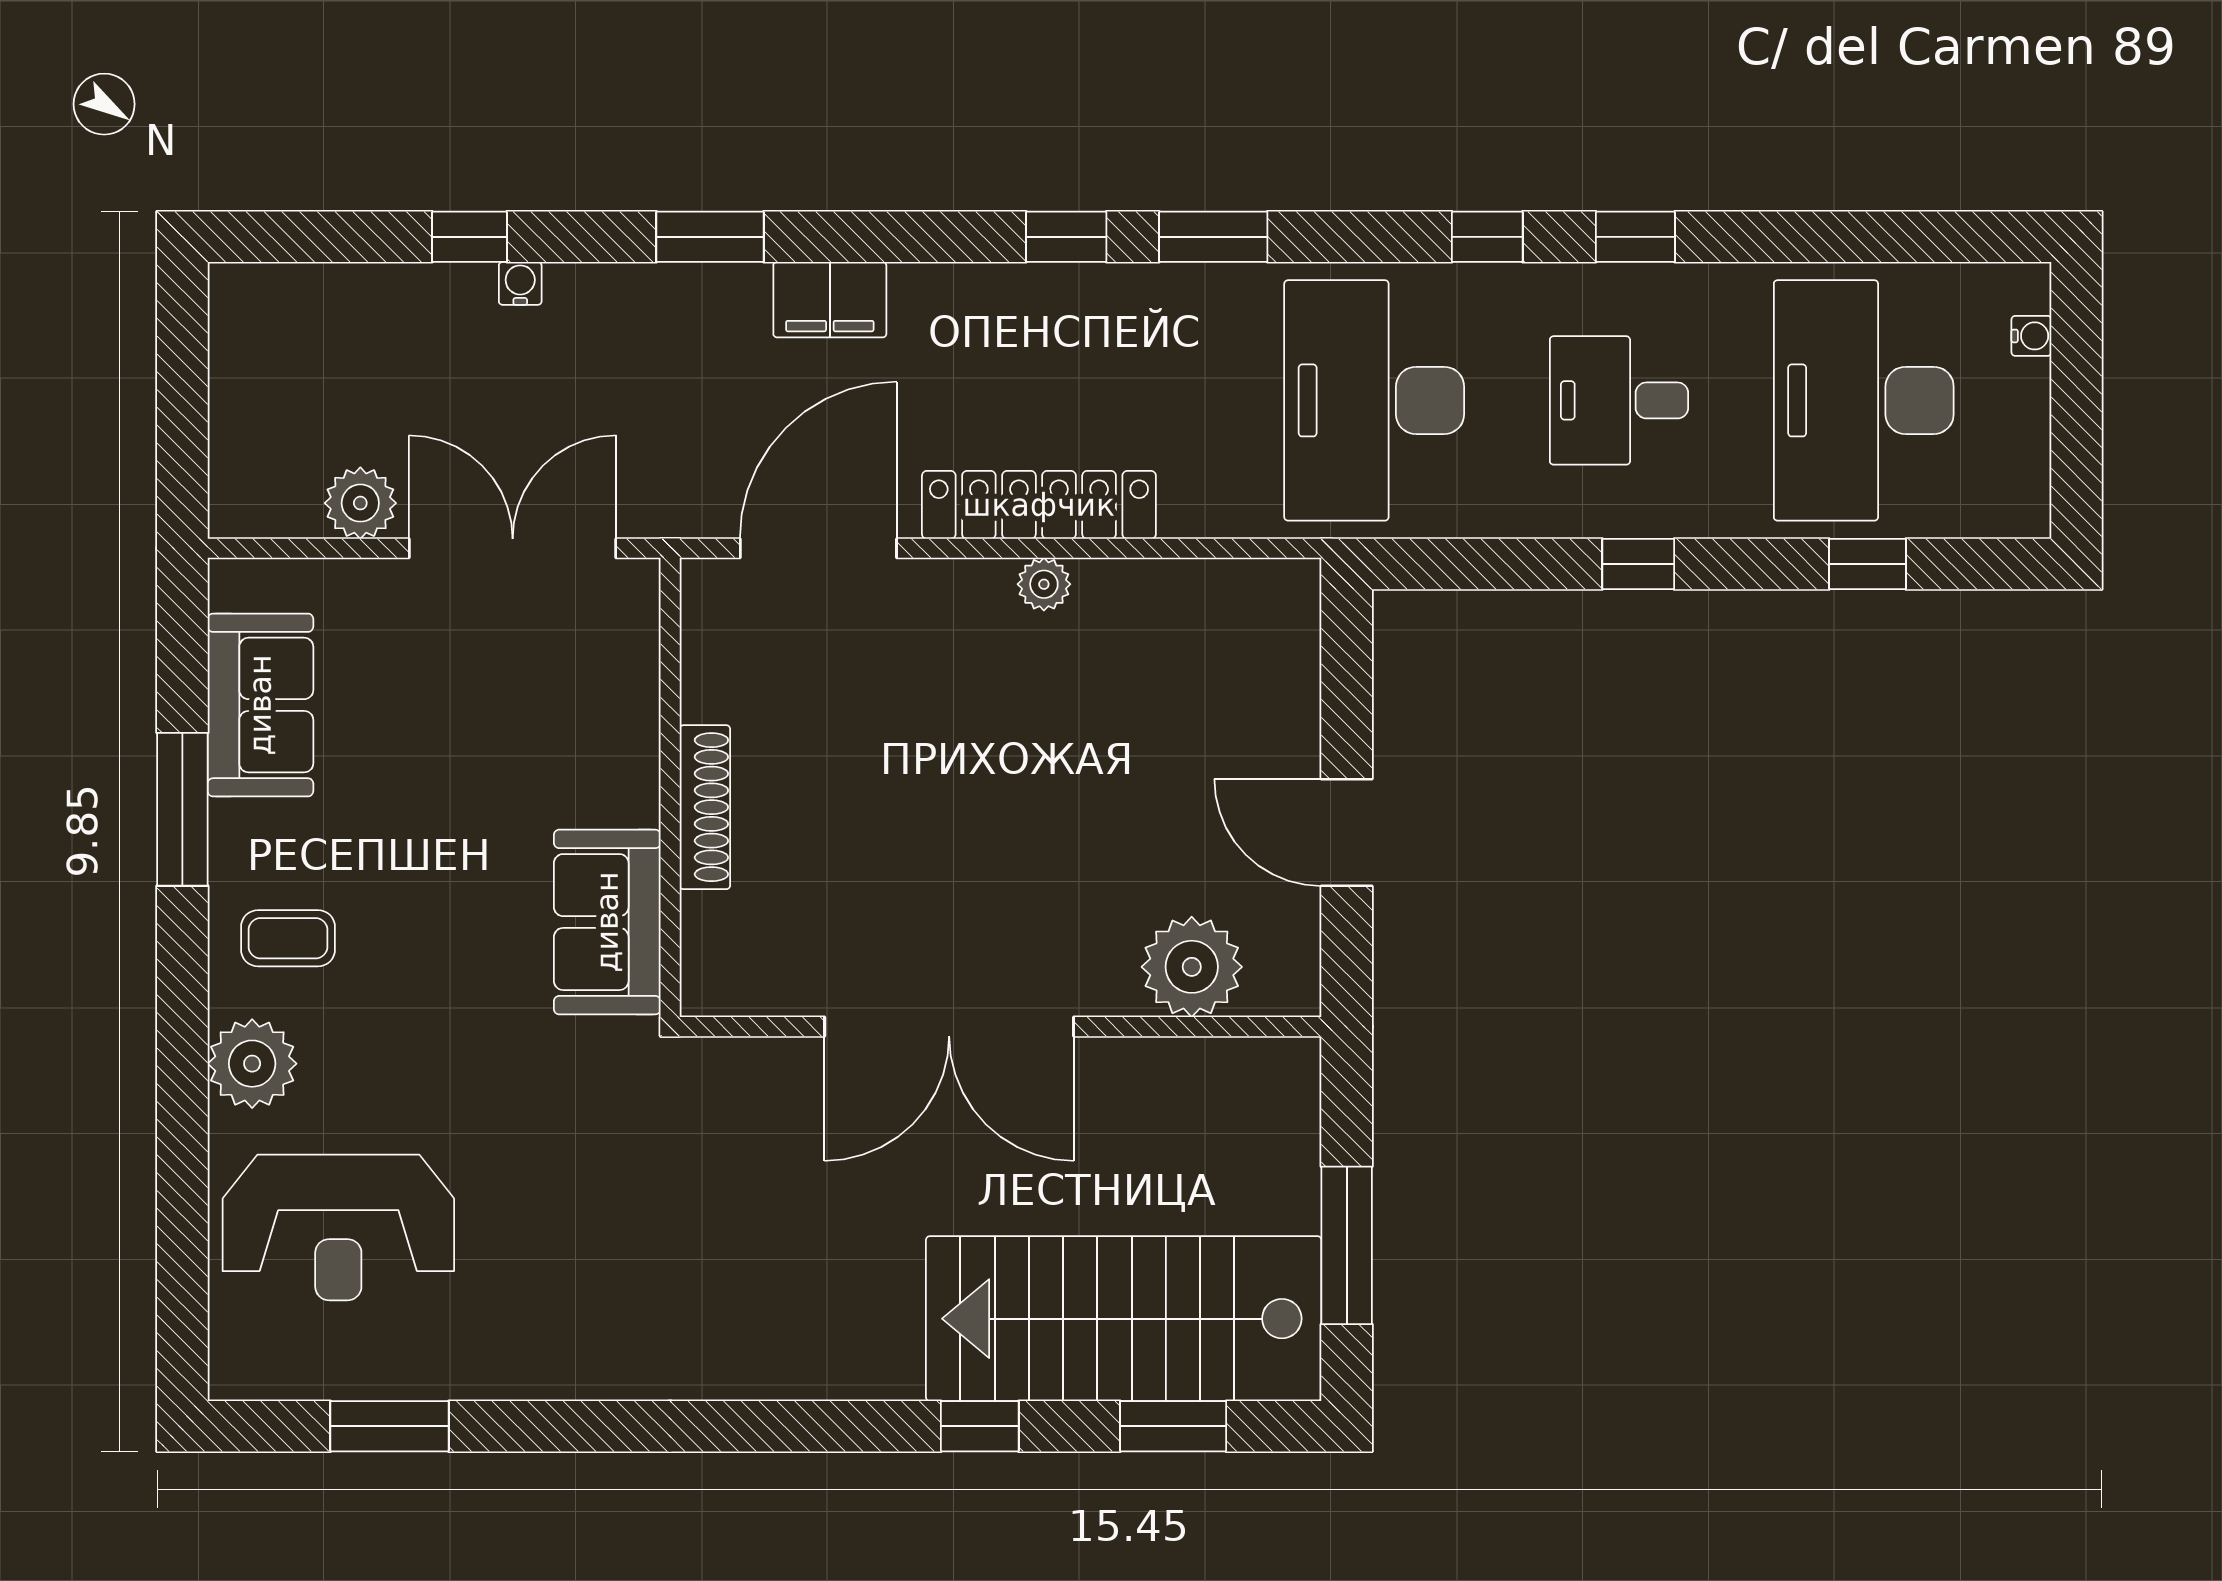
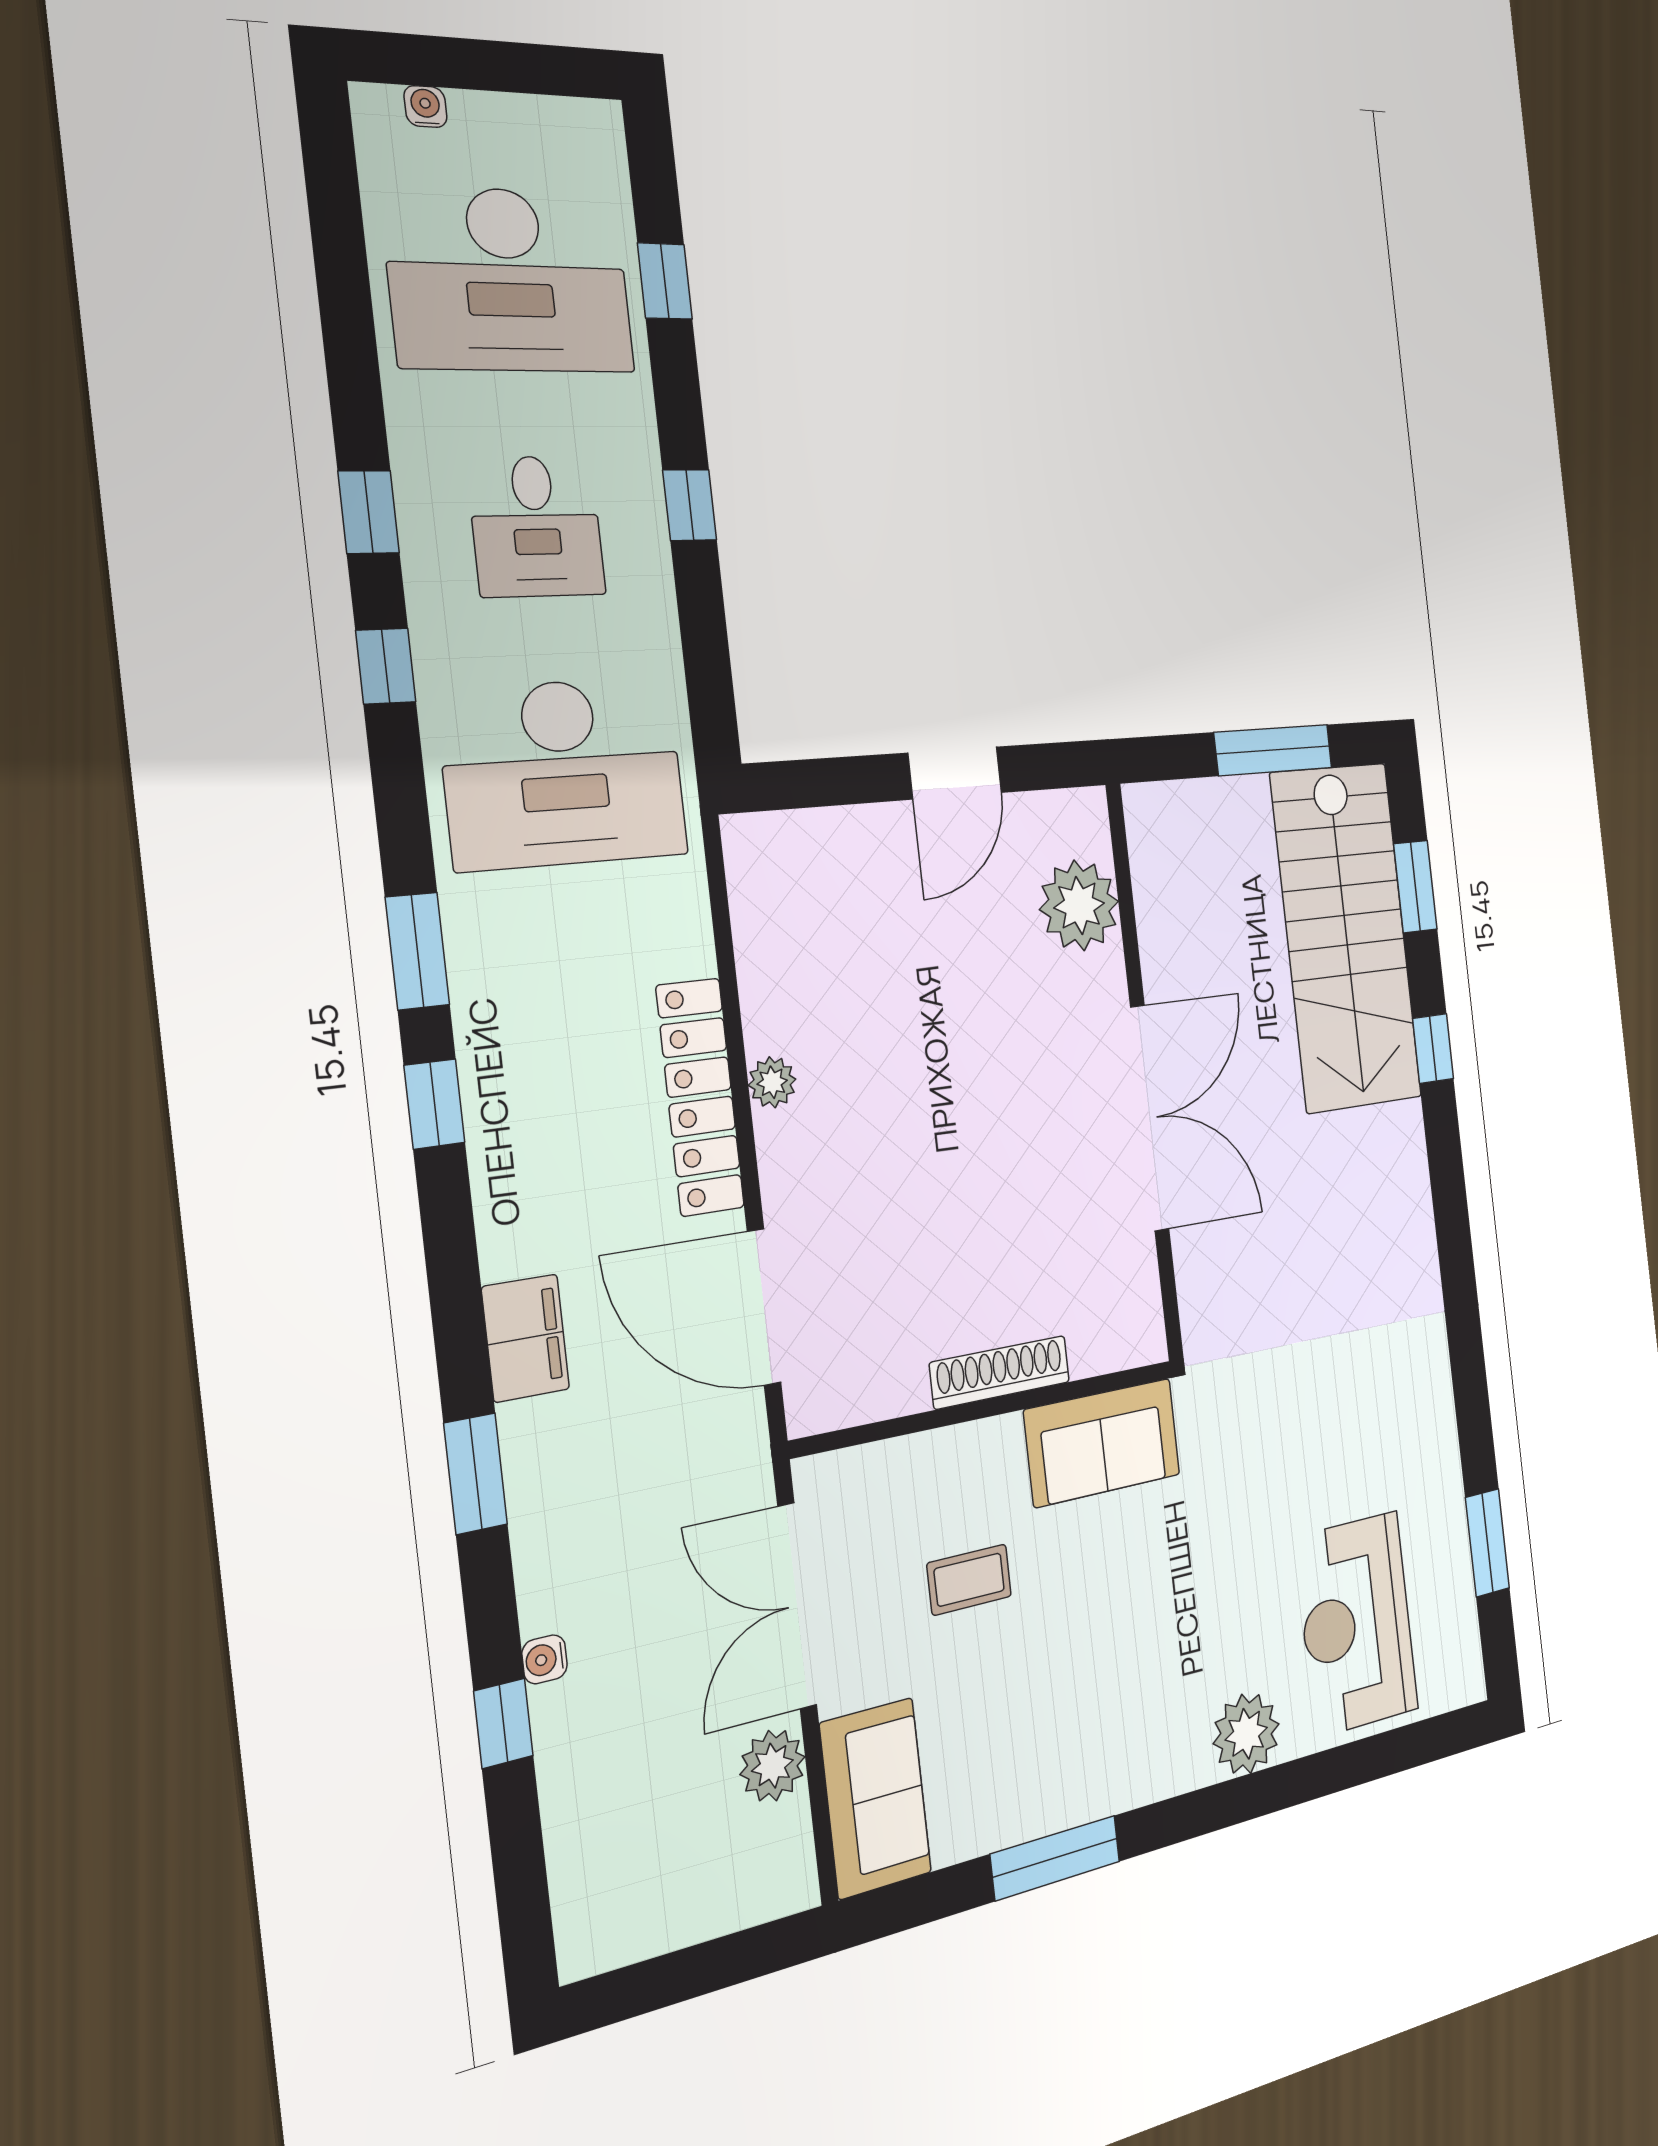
sofa: (260, 705) -> (875, 1798), moved, turned 90
coffee table: (288, 938) -> (969, 1580), moved, turned 90
reception desk: (338, 1228) -> (1357, 1624), turned 180

